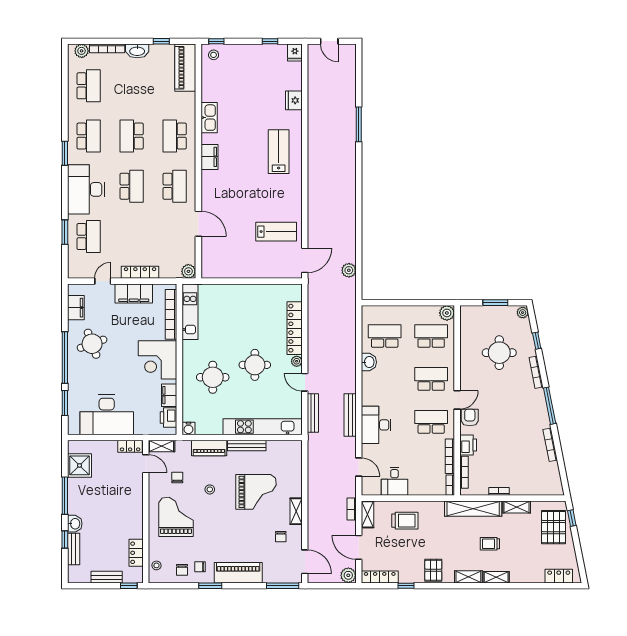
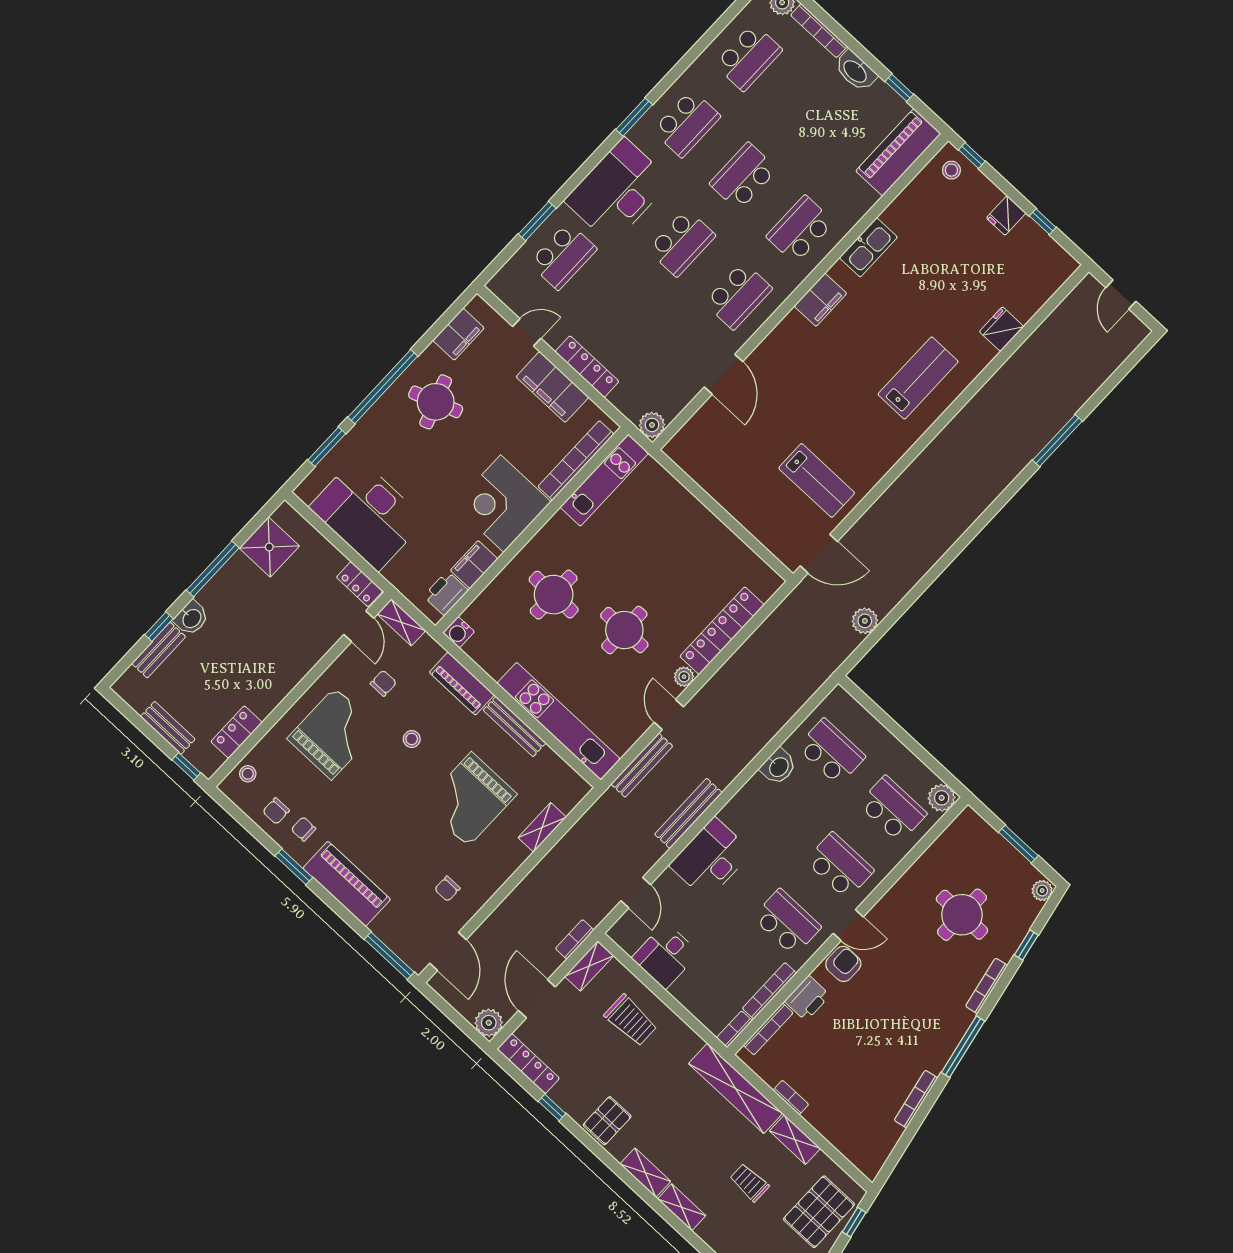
fridge: (295, 53) -> (1006, 215), moved
grand piano: (256, 492) -> (470, 799), turned 90
shelving: (296, 511) -> (542, 827), moved
trolley: (490, 544) -> (749, 1183), moved

